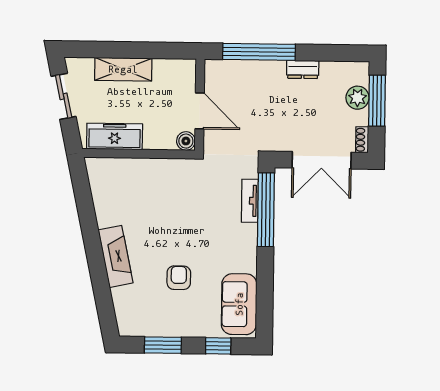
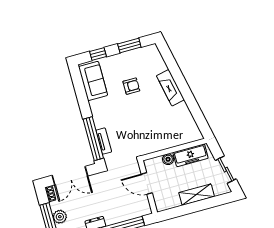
boiler: (186, 141) -> (168, 159), moved
double door: (322, 160) -> (70, 176), swing flipped
armchair: (179, 278) -> (131, 86), turned -90

